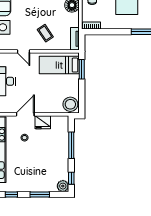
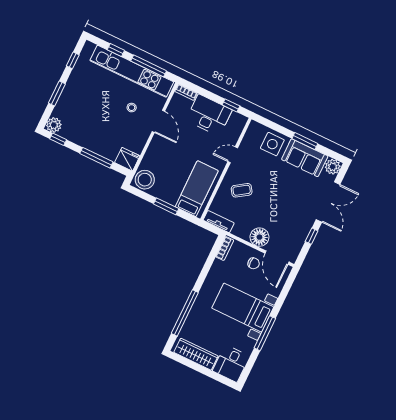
window: (82, 69) -> (166, 206), moved
fridge: (43, 122) -> (127, 159), moved, turned 90

